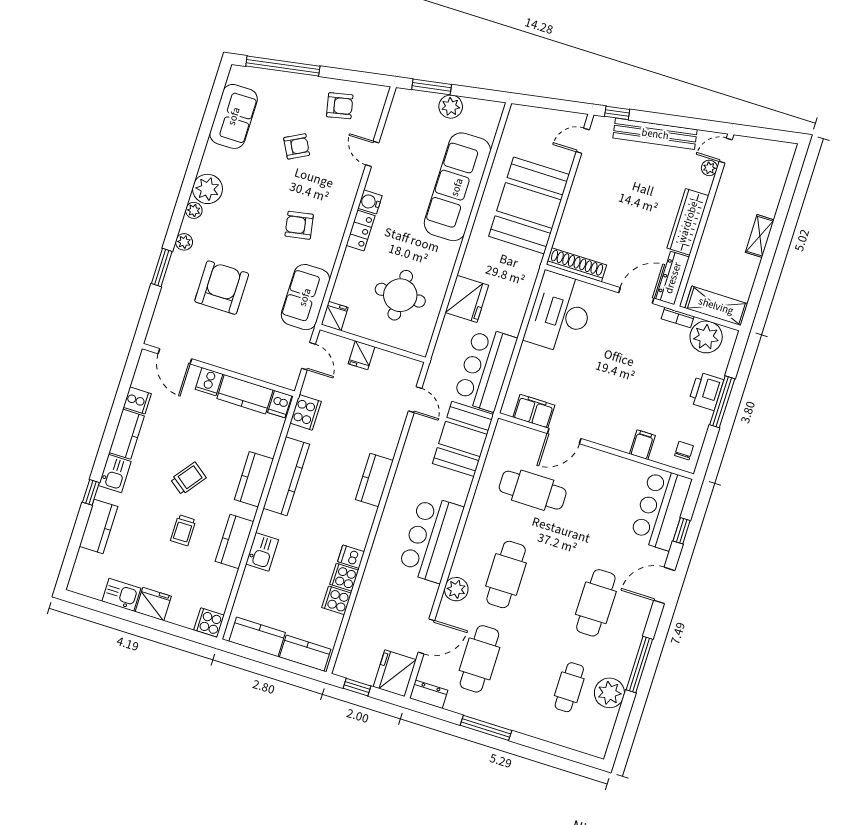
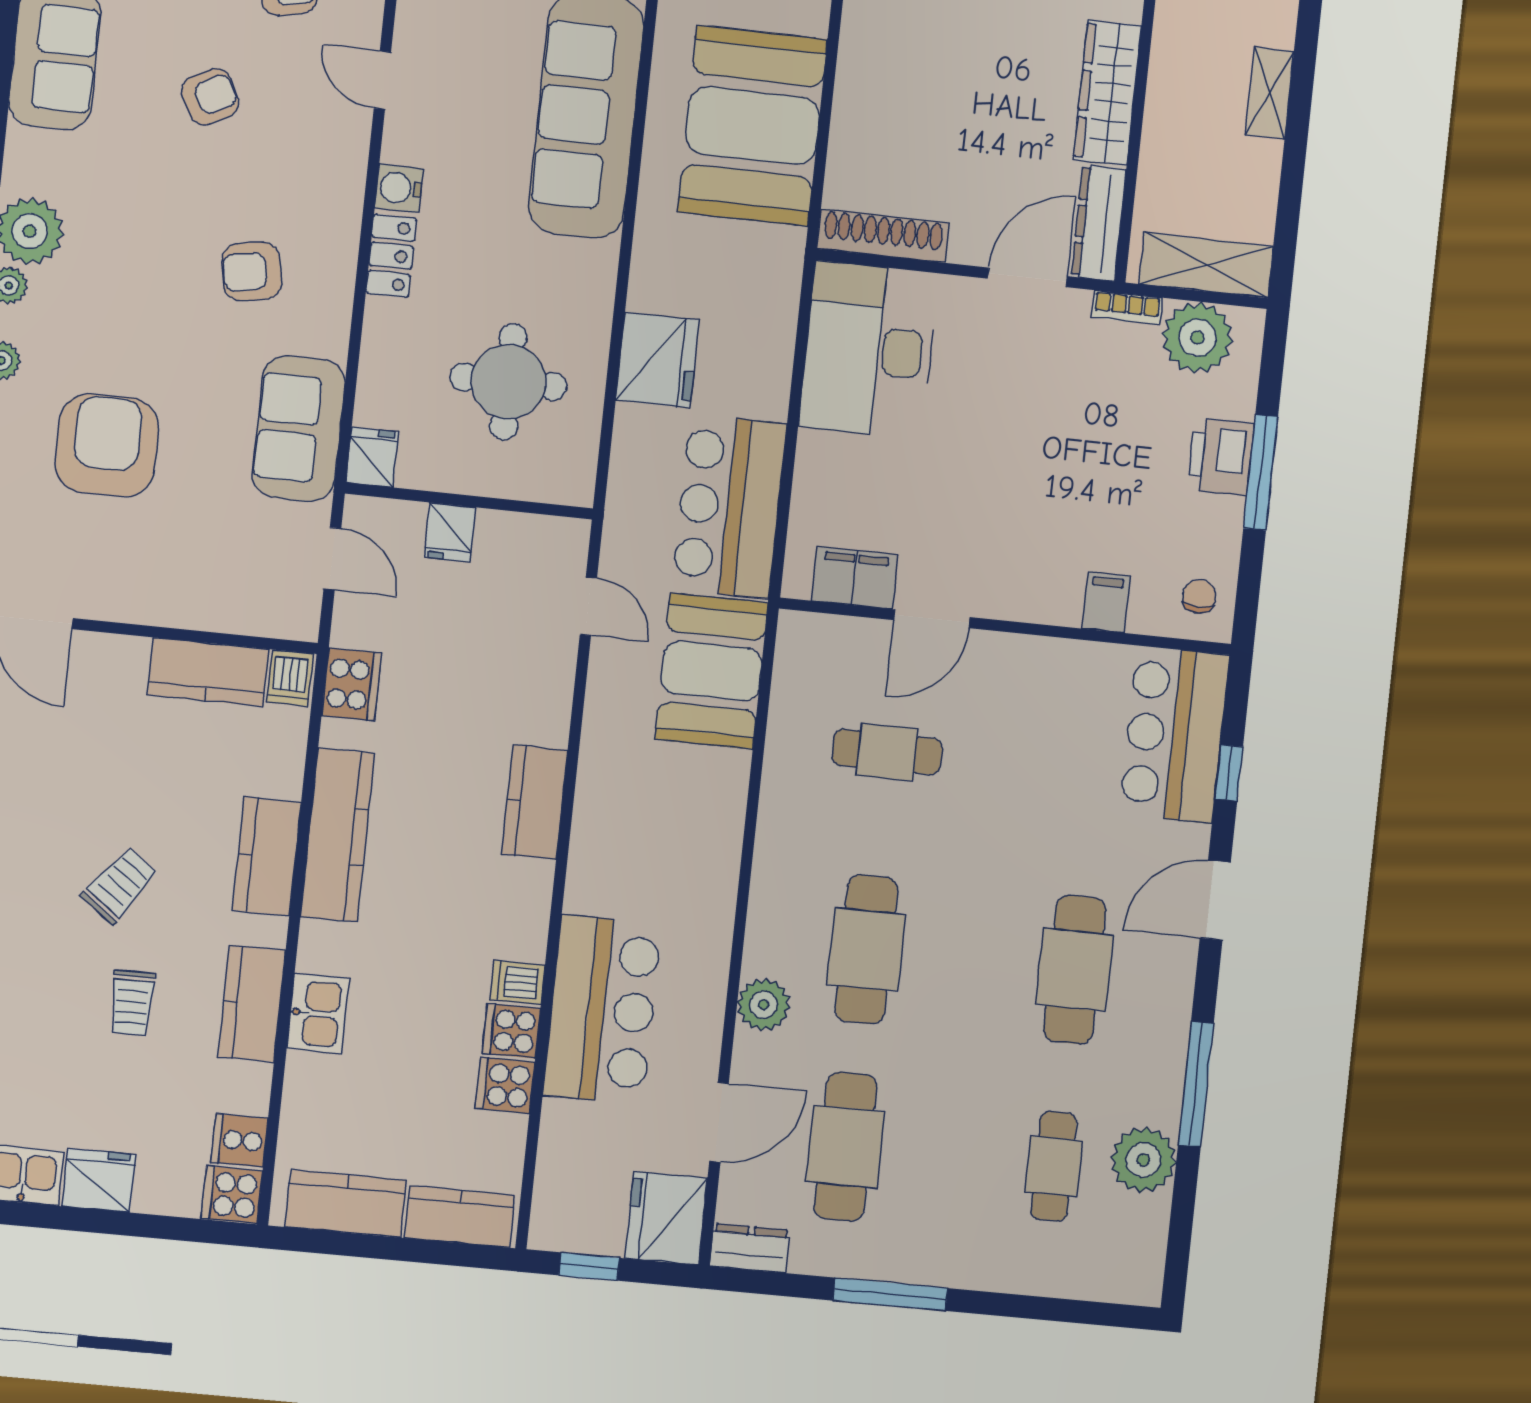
cooker: (209, 382) -> (239, 1140), moved, turned 90
cafe table: (533, 490) -> (887, 752), width x0.73, depth x0.74
bar counter: (431, 539) -> (602, 1010), moved, turned 180

